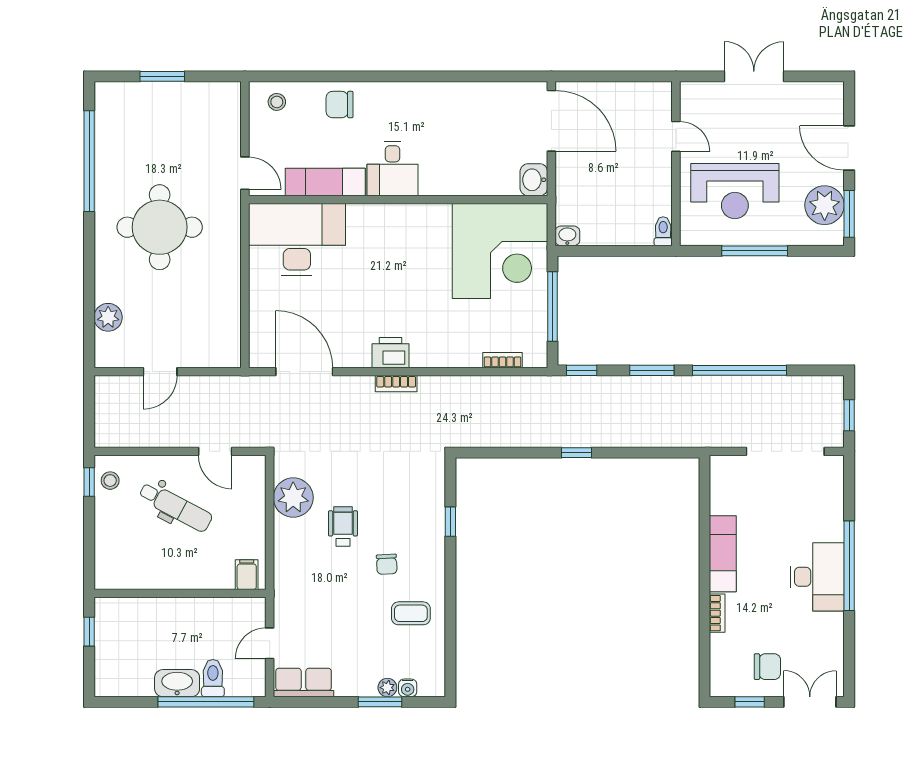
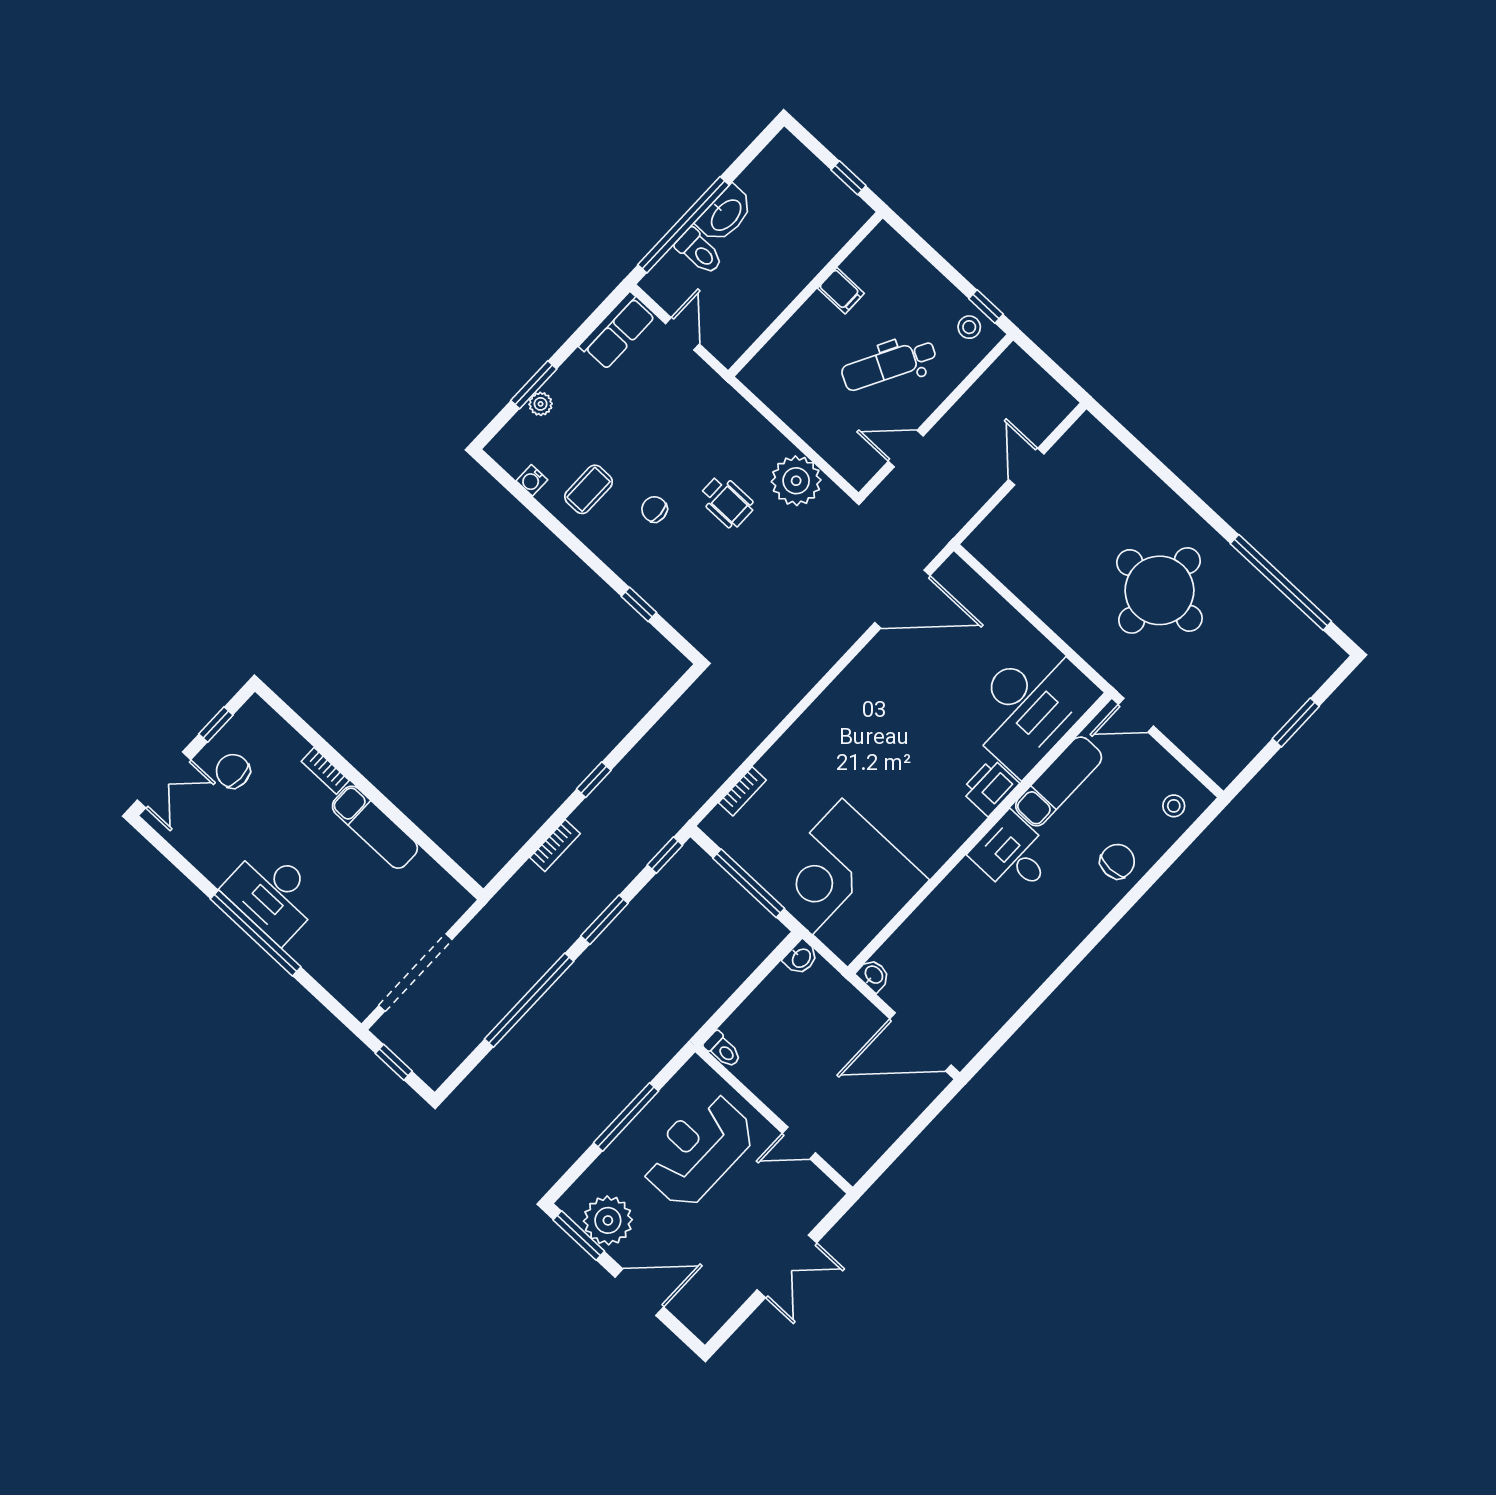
washbasin: (534, 180) -> (873, 975), width x0.72, depth x0.69
plant: (108, 317) -> (1121, 466), removed
printer: (391, 353) -> (990, 787), moved, turned 180
bookcase: (396, 384) -> (555, 846), moved, turned 180
filing cabinet: (247, 575) -> (841, 291), moved
chair: (767, 667) -> (233, 771), turned 90
water cooler: (408, 688) -> (532, 480), moved, turned -90

